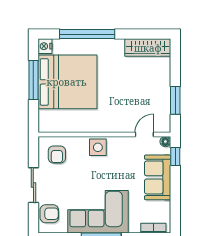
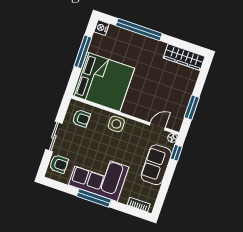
bed: (67, 82) -> (103, 82), moved
armchair: (57, 154) -> (81, 118), turned -90

